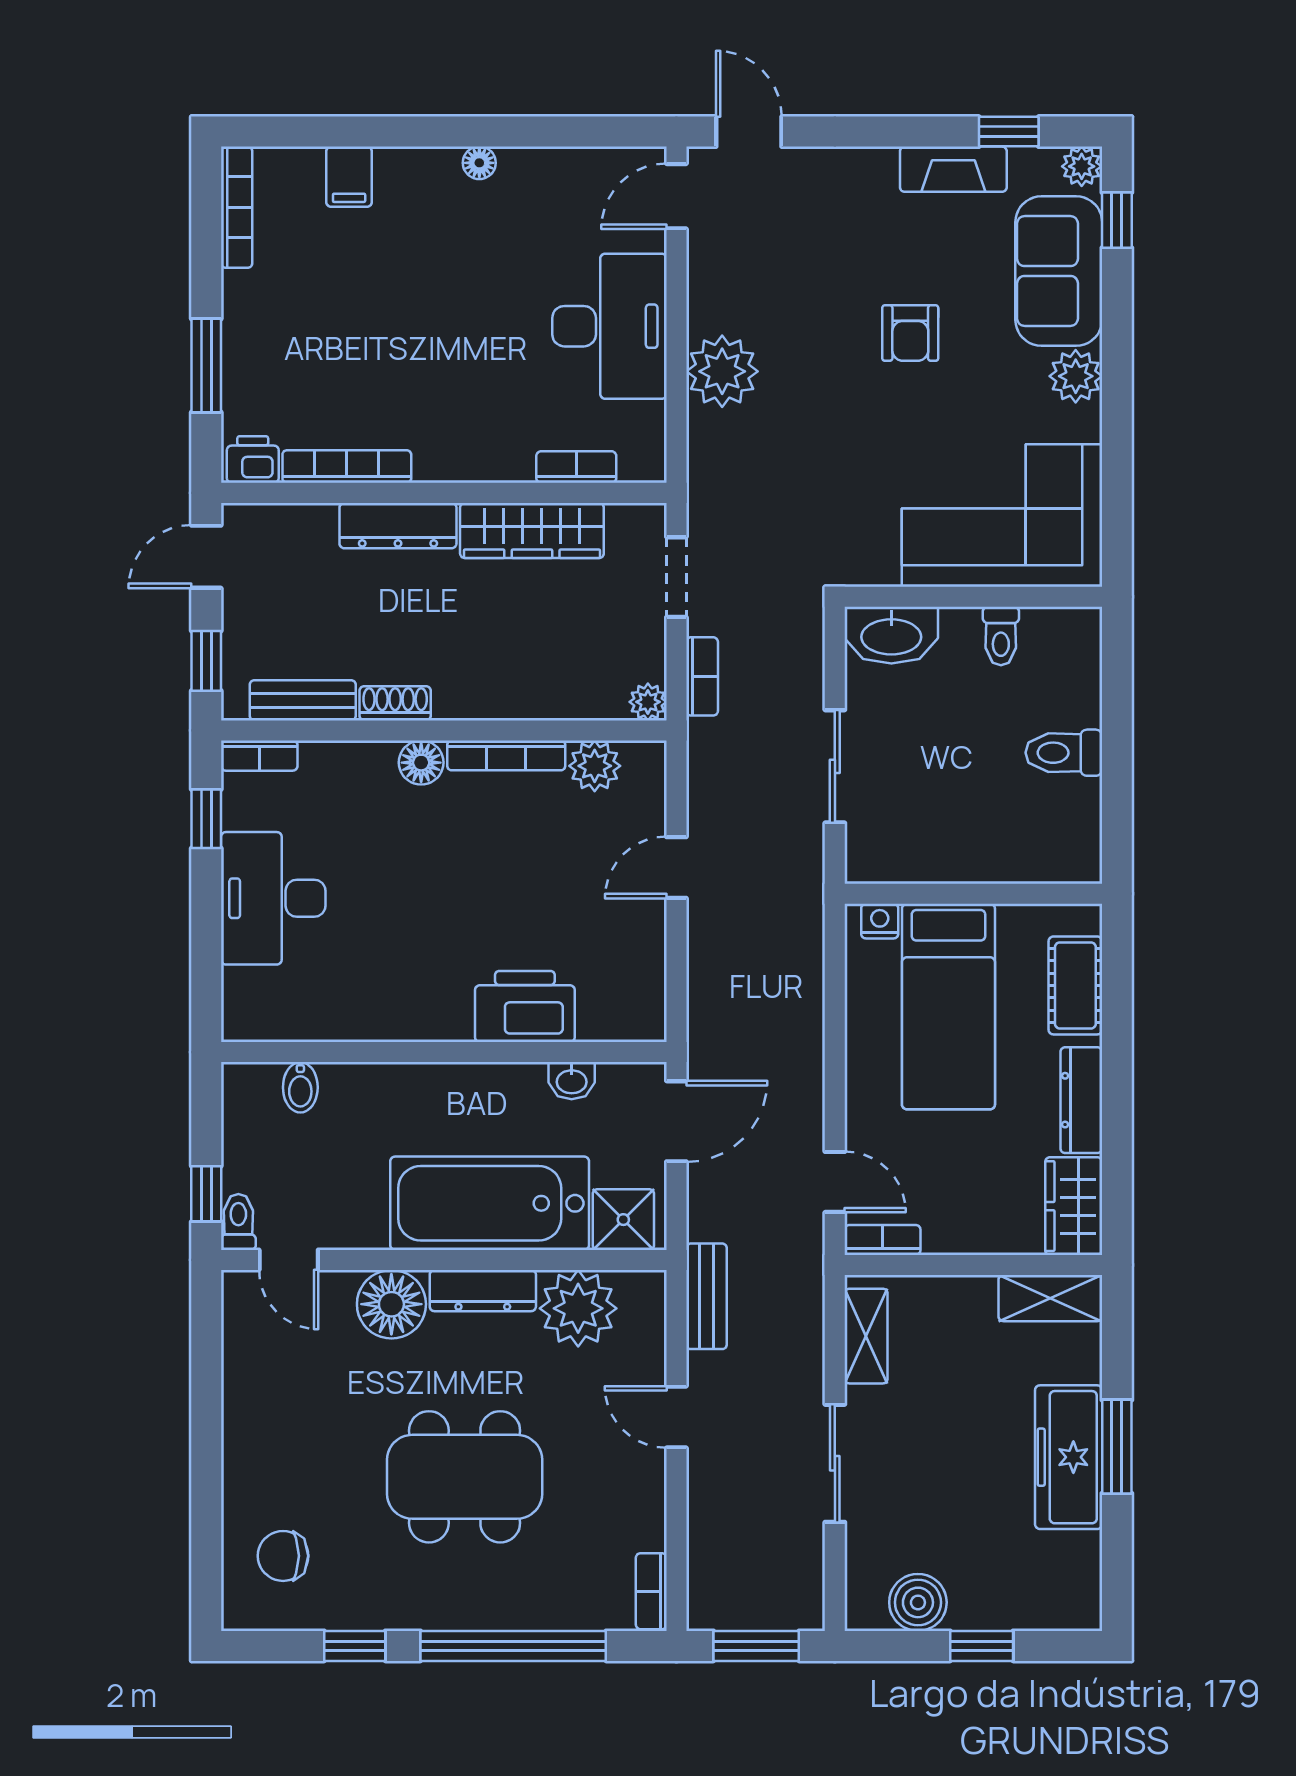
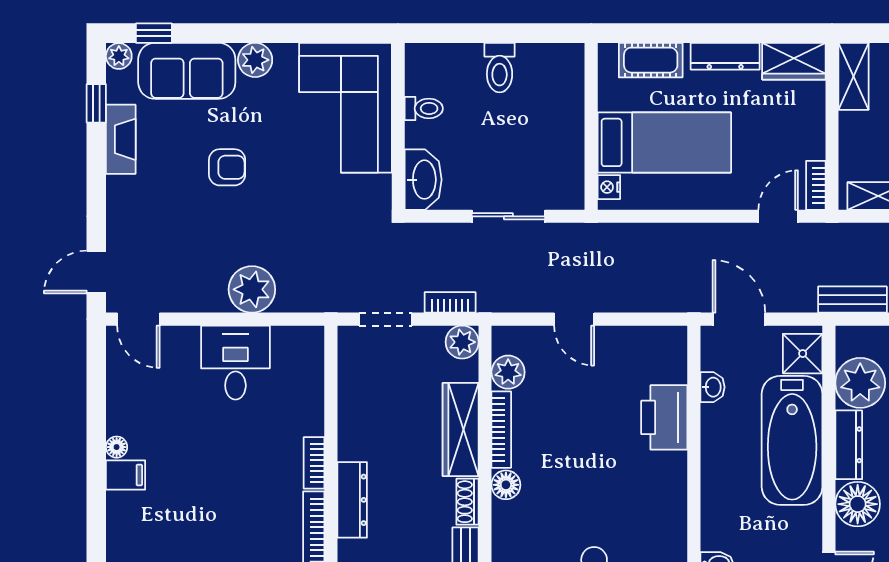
filing cabinet: (349, 177) -> (126, 475), moved
desk: (609, 326) -> (235, 363), width x0.73
bookcase: (576, 467) -> (314, 463), moved
wardrobe: (532, 530) -> (461, 430), moved, turned 180
plant: (648, 702) -> (462, 342), width x1.38, depth x1.38

